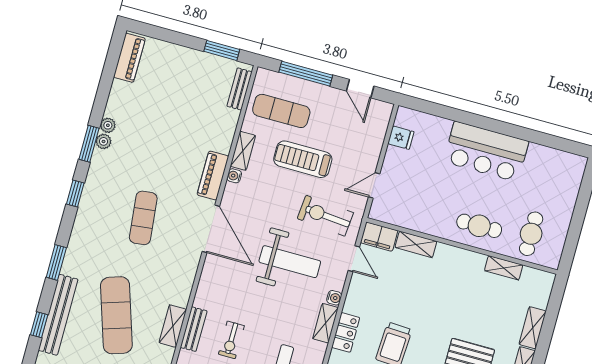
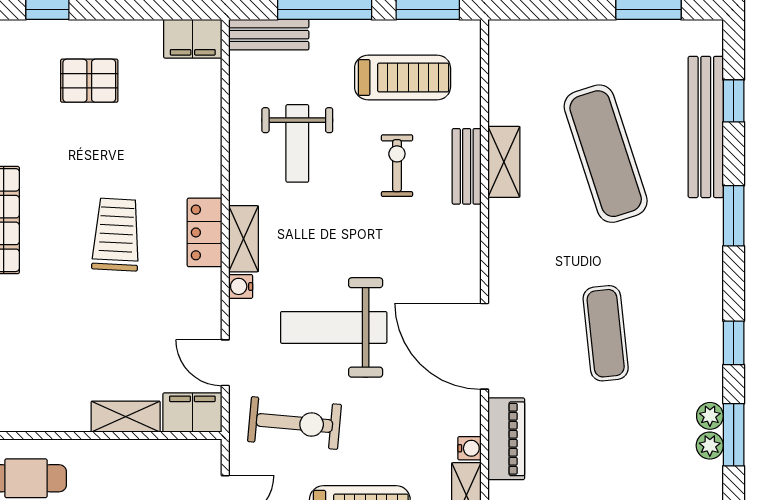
plant: (108, 125) -> (710, 416), moved

